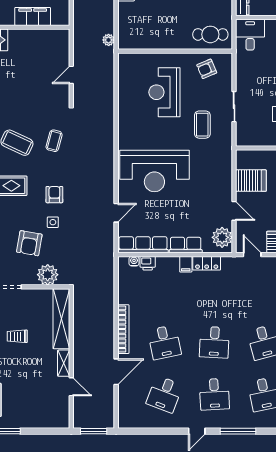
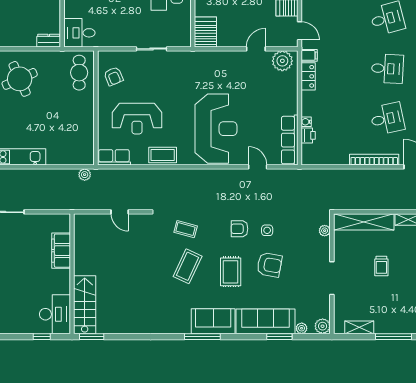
coffee table: (202, 125) -> (163, 155), moved
server rack: (251, 181) -> (205, 32), moved
armchair: (29, 243) -> (269, 265), moved
row of seats: (186, 245) -> (114, 157), moved, turned 90
door: (252, 255) -> (300, 31), swing flipped
water cooler: (134, 261) -> (306, 122), moved
filing cabinet: (186, 264) -> (309, 55), moved
plant: (48, 275) -> (325, 231), width x0.53, depth x0.53

